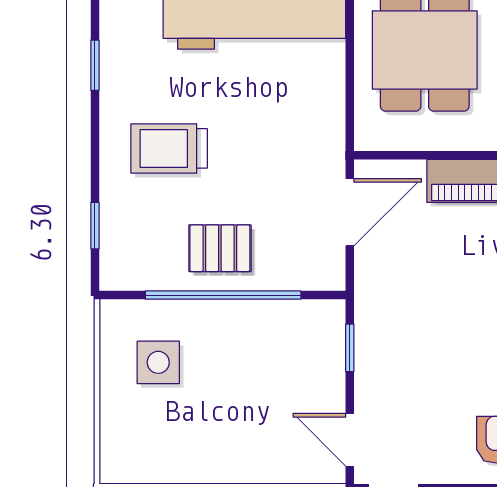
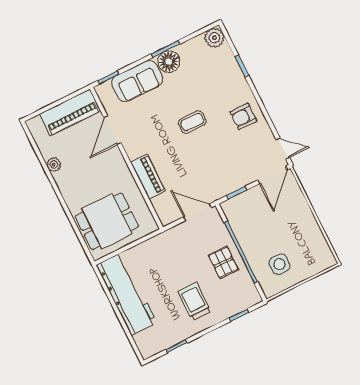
trolley: (169, 148) -> (194, 301), turned 180
door: (350, 212) -> (197, 212), moved
door: (350, 440) -> (272, 175), width x1.38

